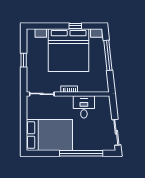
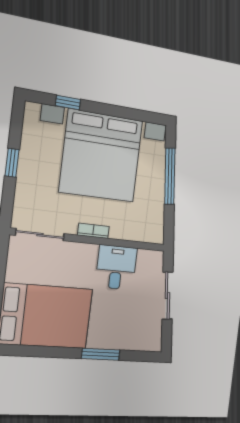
window: (75, 26) -> (68, 103), moved
sliding door: (116, 132) -> (167, 296), moved
window: (81, 153) -> (101, 354), width x0.47

